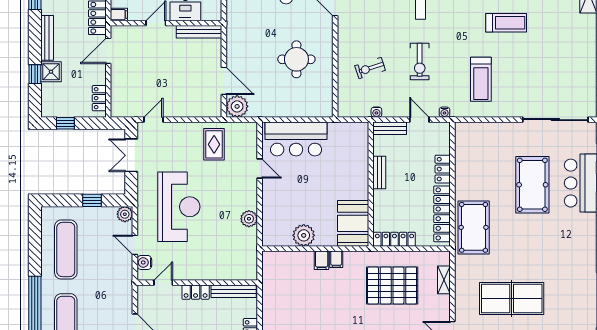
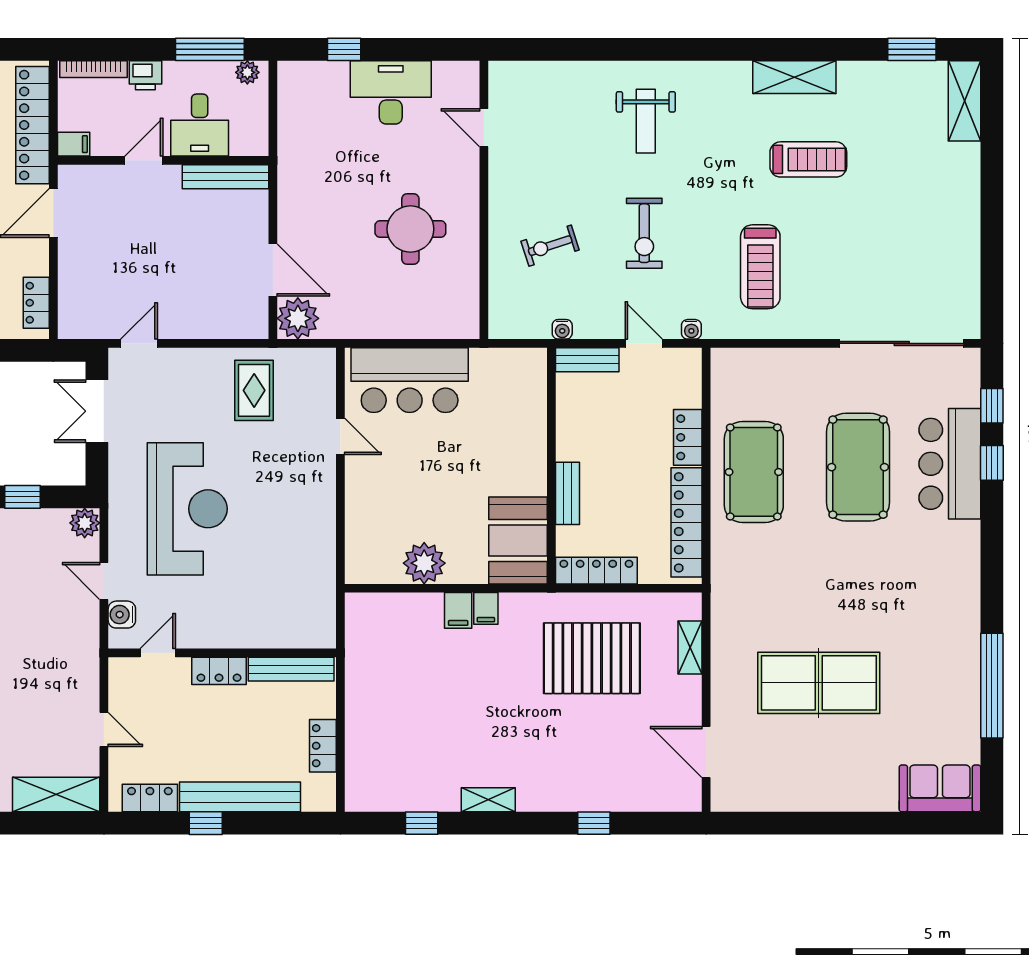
bench: (379, 173) -> (568, 493), moved
plant: (249, 219) -> (320, 532), removed
pool table: (474, 227) -> (754, 472), moved

